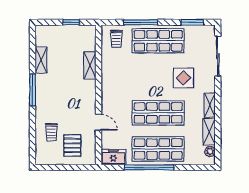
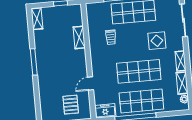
trolley: (116, 39) -> (111, 37), moved
shelving: (41, 60) -> (37, 19), moved
door: (99, 122) -> (90, 84), swing flipped
trolley: (51, 132) -> (53, 95), removed

